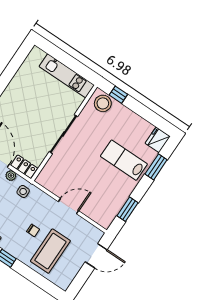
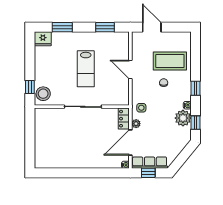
kitchen unit: (67, 76) -> (41, 132), removed
lab bench: (124, 160) -> (86, 69), moved

